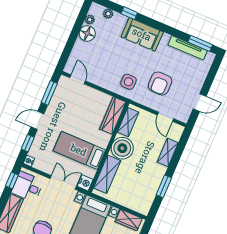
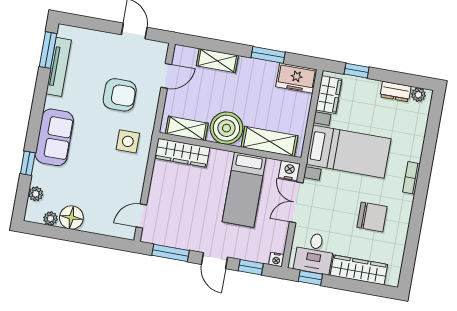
freezer: (144, 201) -> (296, 78), added

